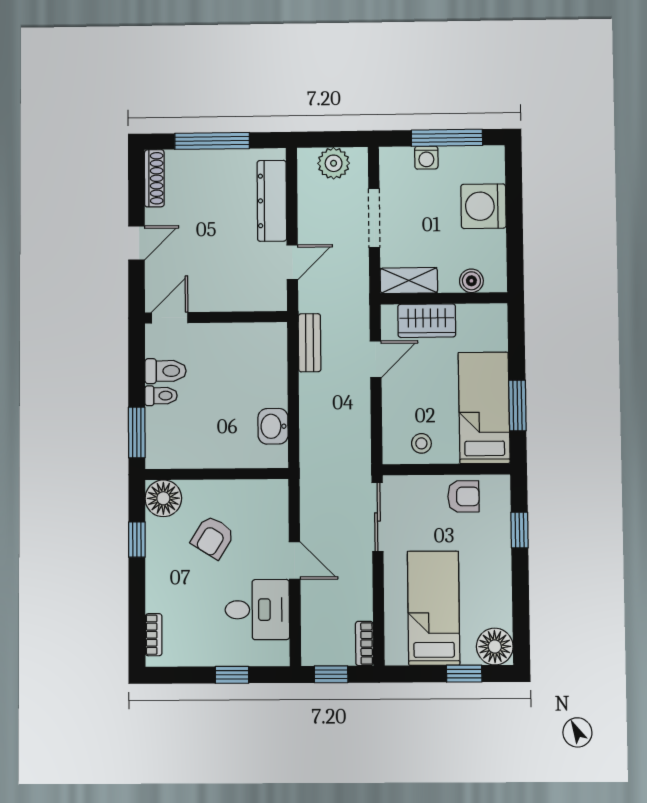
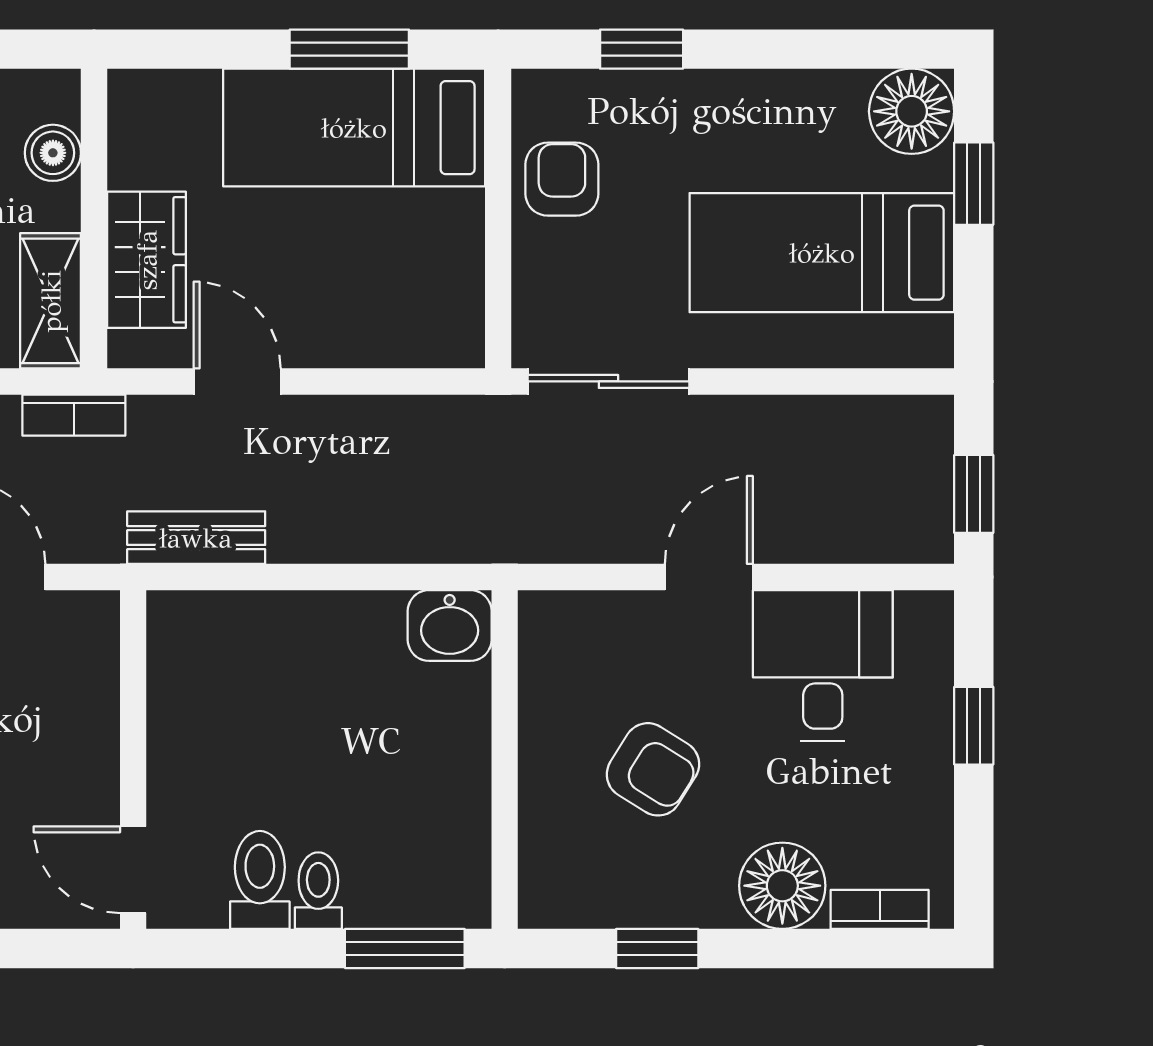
washbasin: (273, 426) -> (450, 625), moved
stool: (421, 443) -> (437, 276), removed
floor lamp: (163, 498) -> (782, 886), moved
bookcase: (364, 643) -> (74, 415), moved

